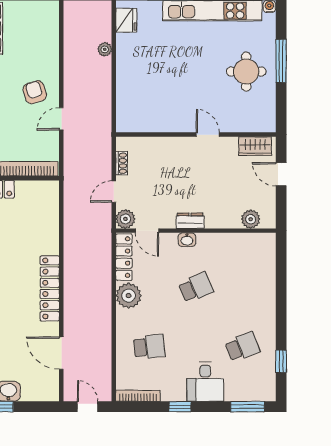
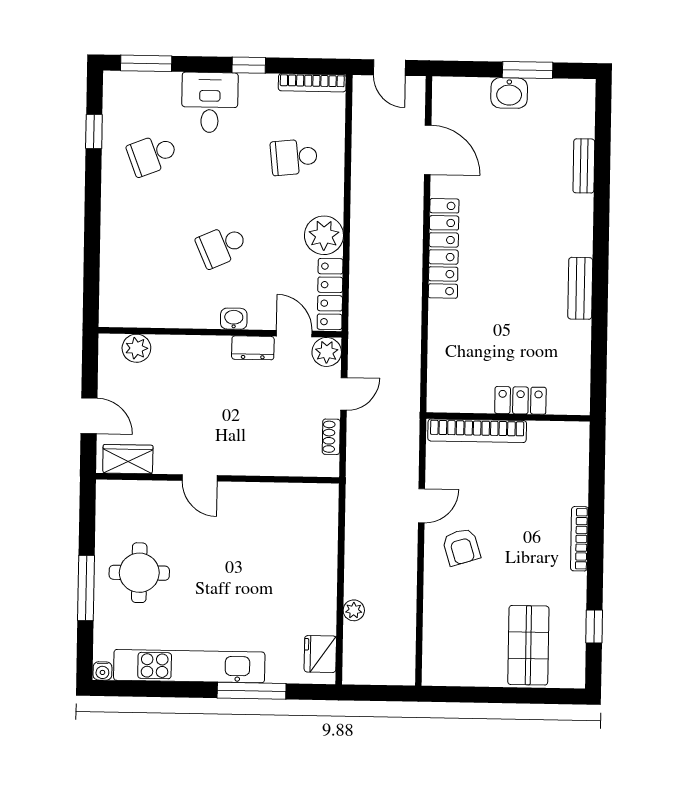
dresser: (190, 221) -> (253, 348), moved

